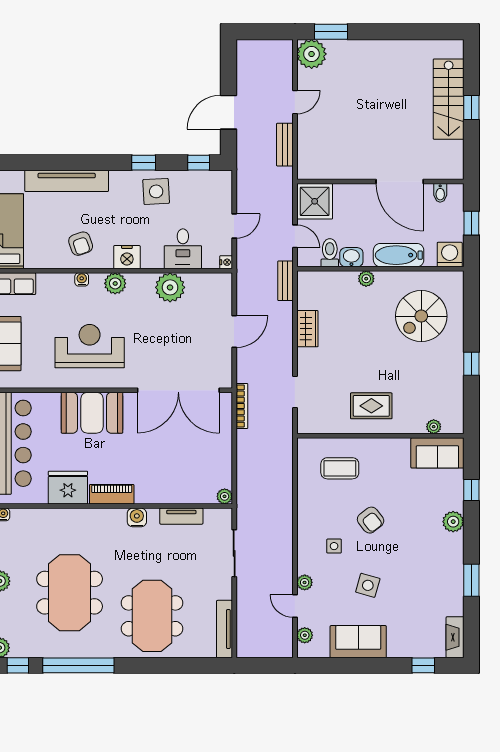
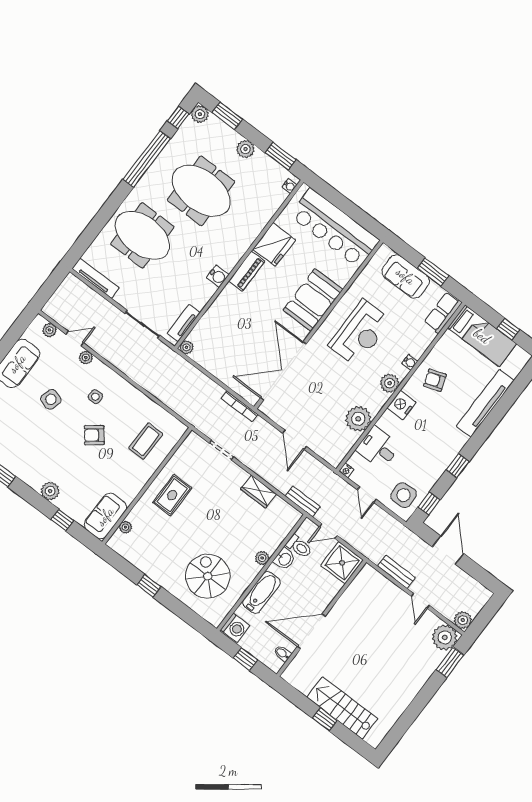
plant: (283, 49) -> (463, 620), added
side table: (156, 191) -> (404, 495), moved
tv unit: (181, 516) -> (184, 323), moved

